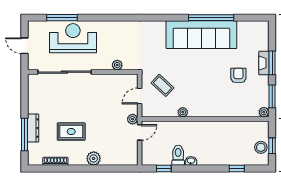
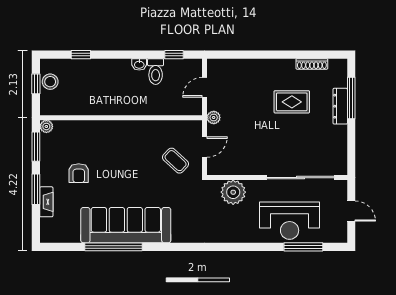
fireplace: (264, 63) -> (46, 202), moved
plant: (117, 65) -> (233, 192), width x1.88, depth x1.88
plant: (183, 112) -> (150, 126), removed
door: (140, 132) -> (205, 87), moved
plant: (94, 158) -> (263, 68), removed

